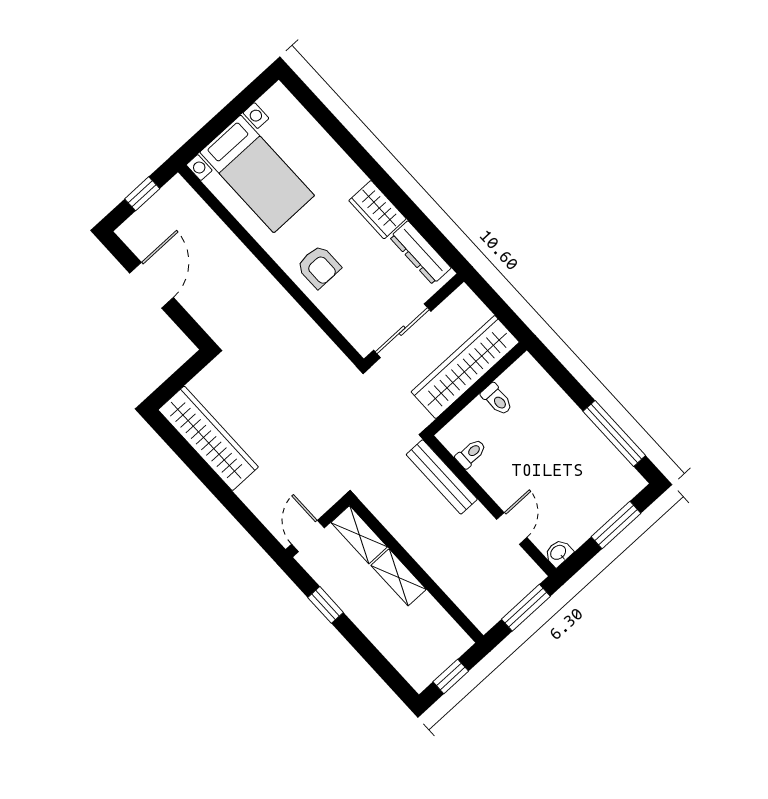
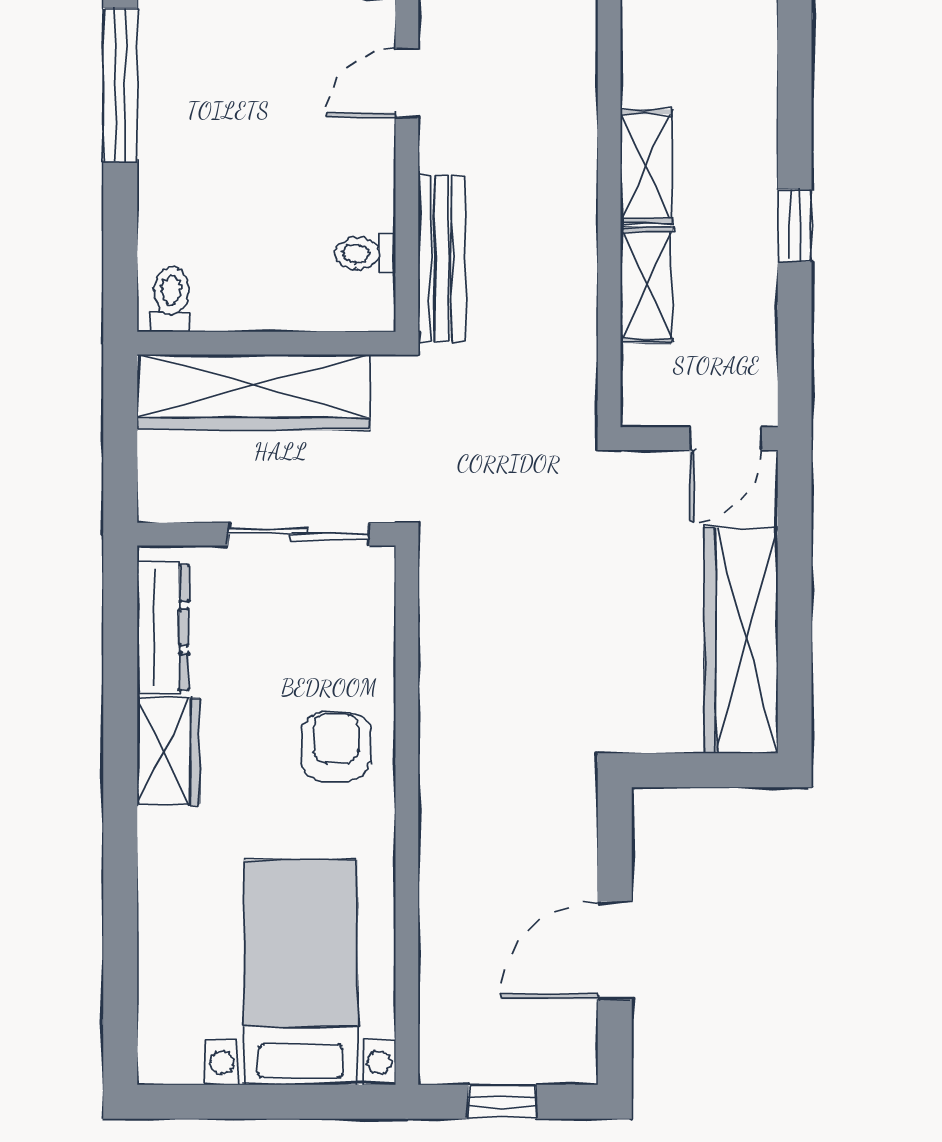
toilet: (497, 399) -> (171, 299), moved
wall: (318, 527) -> (699, 439), moved
door: (308, 536) -> (726, 439), moved

